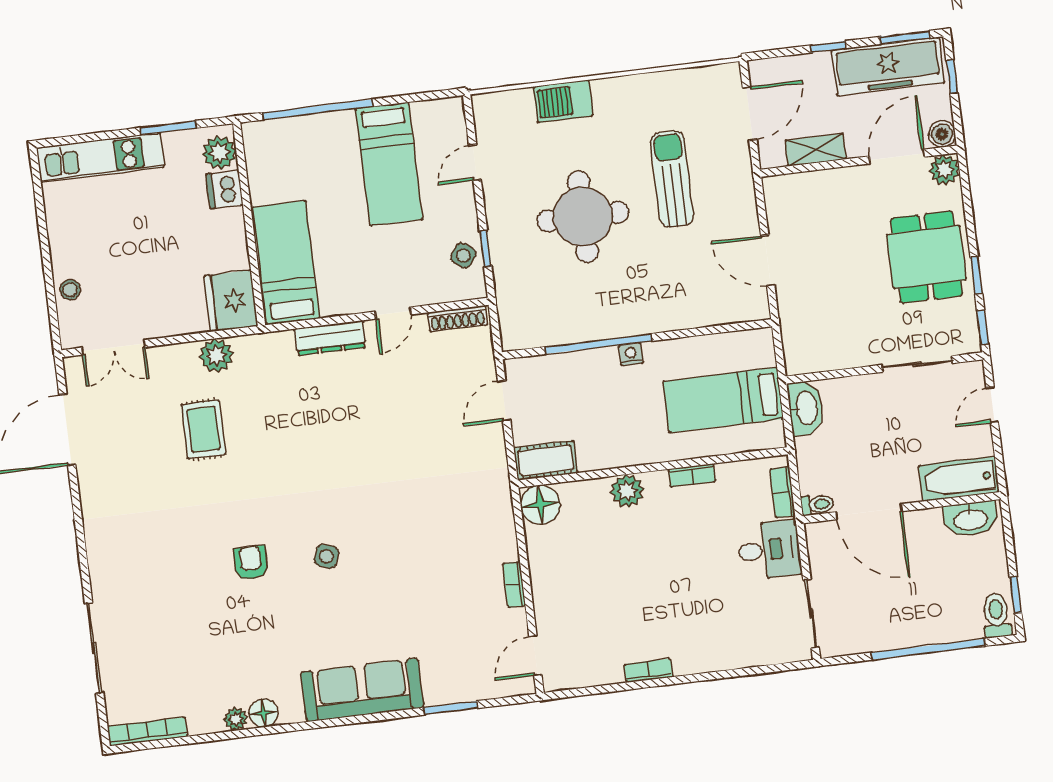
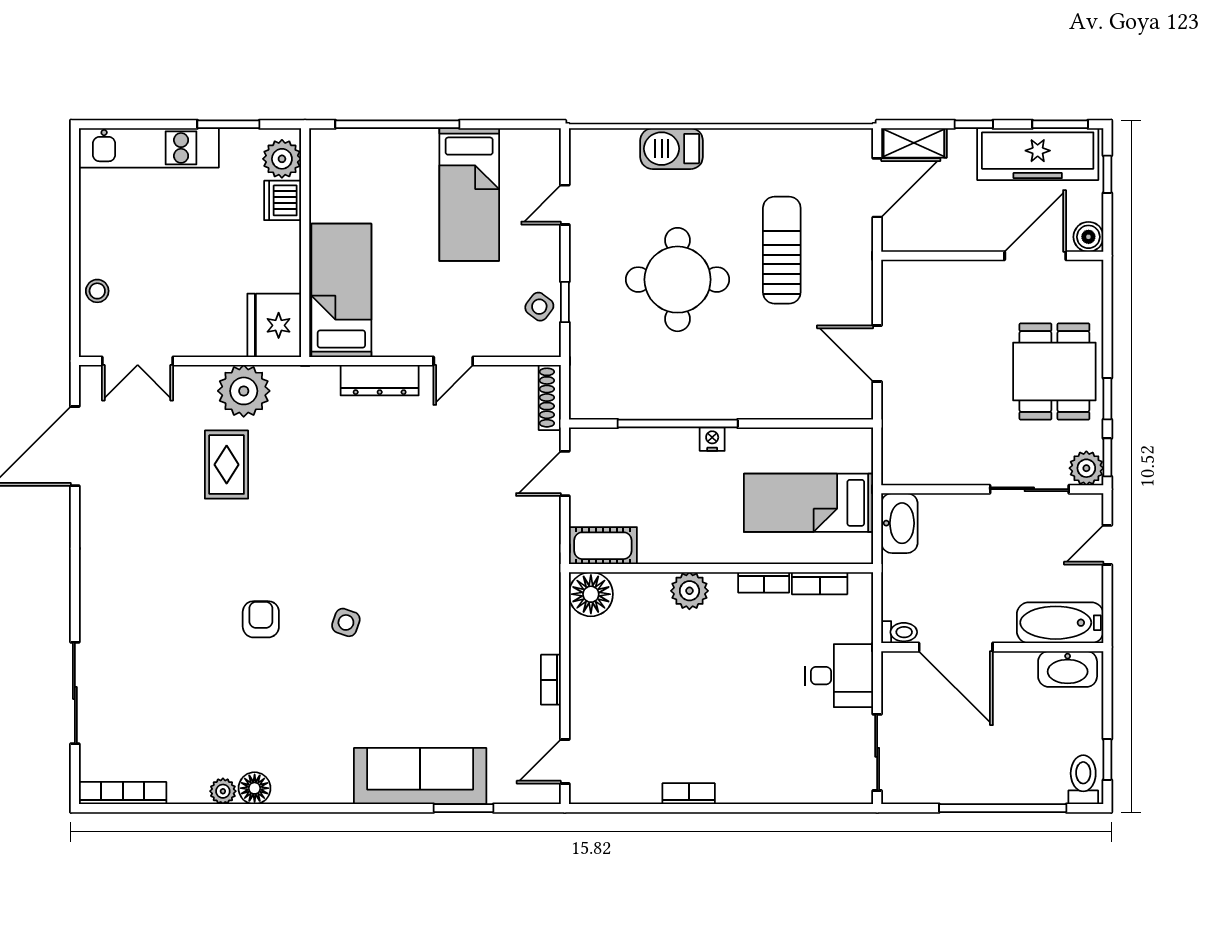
shelving: (816, 150) -> (914, 143), moved
plant: (944, 170) -> (1086, 468), moved
shoe rack: (457, 319) -> (550, 398), moved, turned 90
plant: (216, 355) -> (244, 391), width x1.36, depth x1.36
bookcase: (783, 492) -> (820, 583), moved, turned -90
sofa: (362, 690) -> (420, 776), moved

